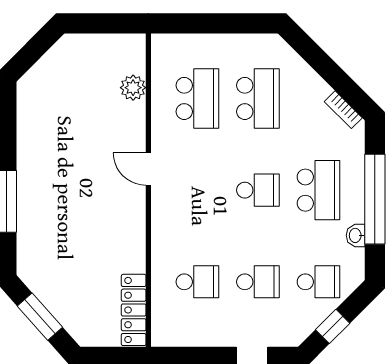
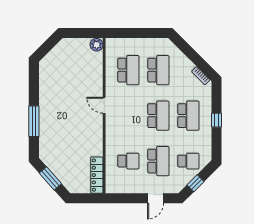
plant: (133, 88) -> (97, 45), moved
school desk: (258, 190) -> (158, 116), width x1.85
window: (375, 199) -> (216, 120), width x0.32
washbasin: (356, 235) -> (207, 138), removed
school desk: (258, 282) -> (158, 161), width x1.85

